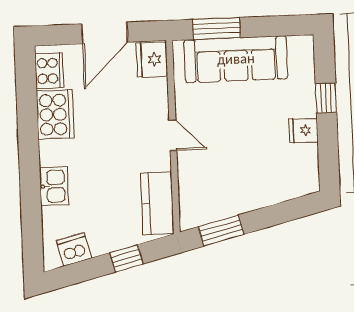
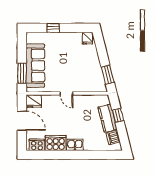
fridge: (303, 130) -> (87, 38), moved
door: (173, 135) -> (66, 93), swing flipped
kitchen sink: (54, 186) -> (75, 145), moved
kitchen counter: (157, 203) -> (108, 118), moved, turned 76

